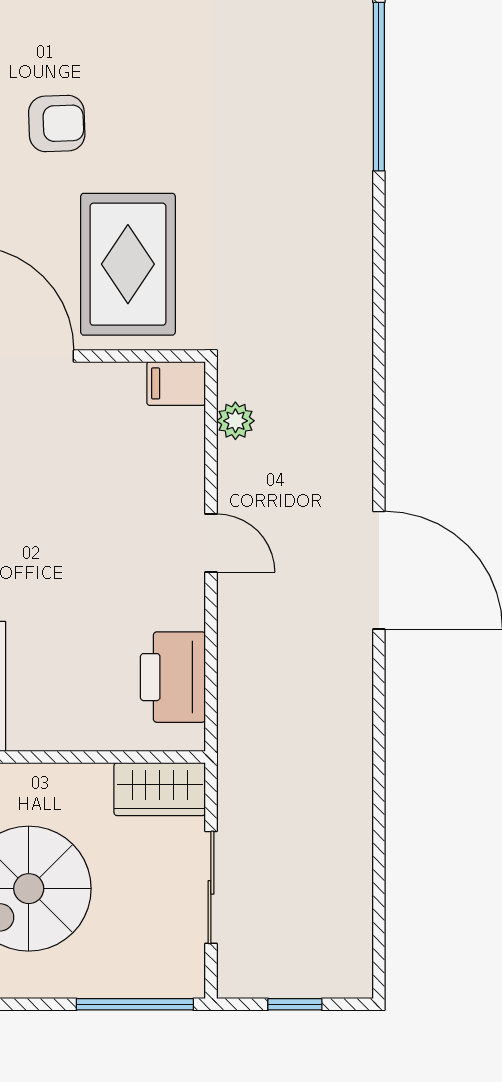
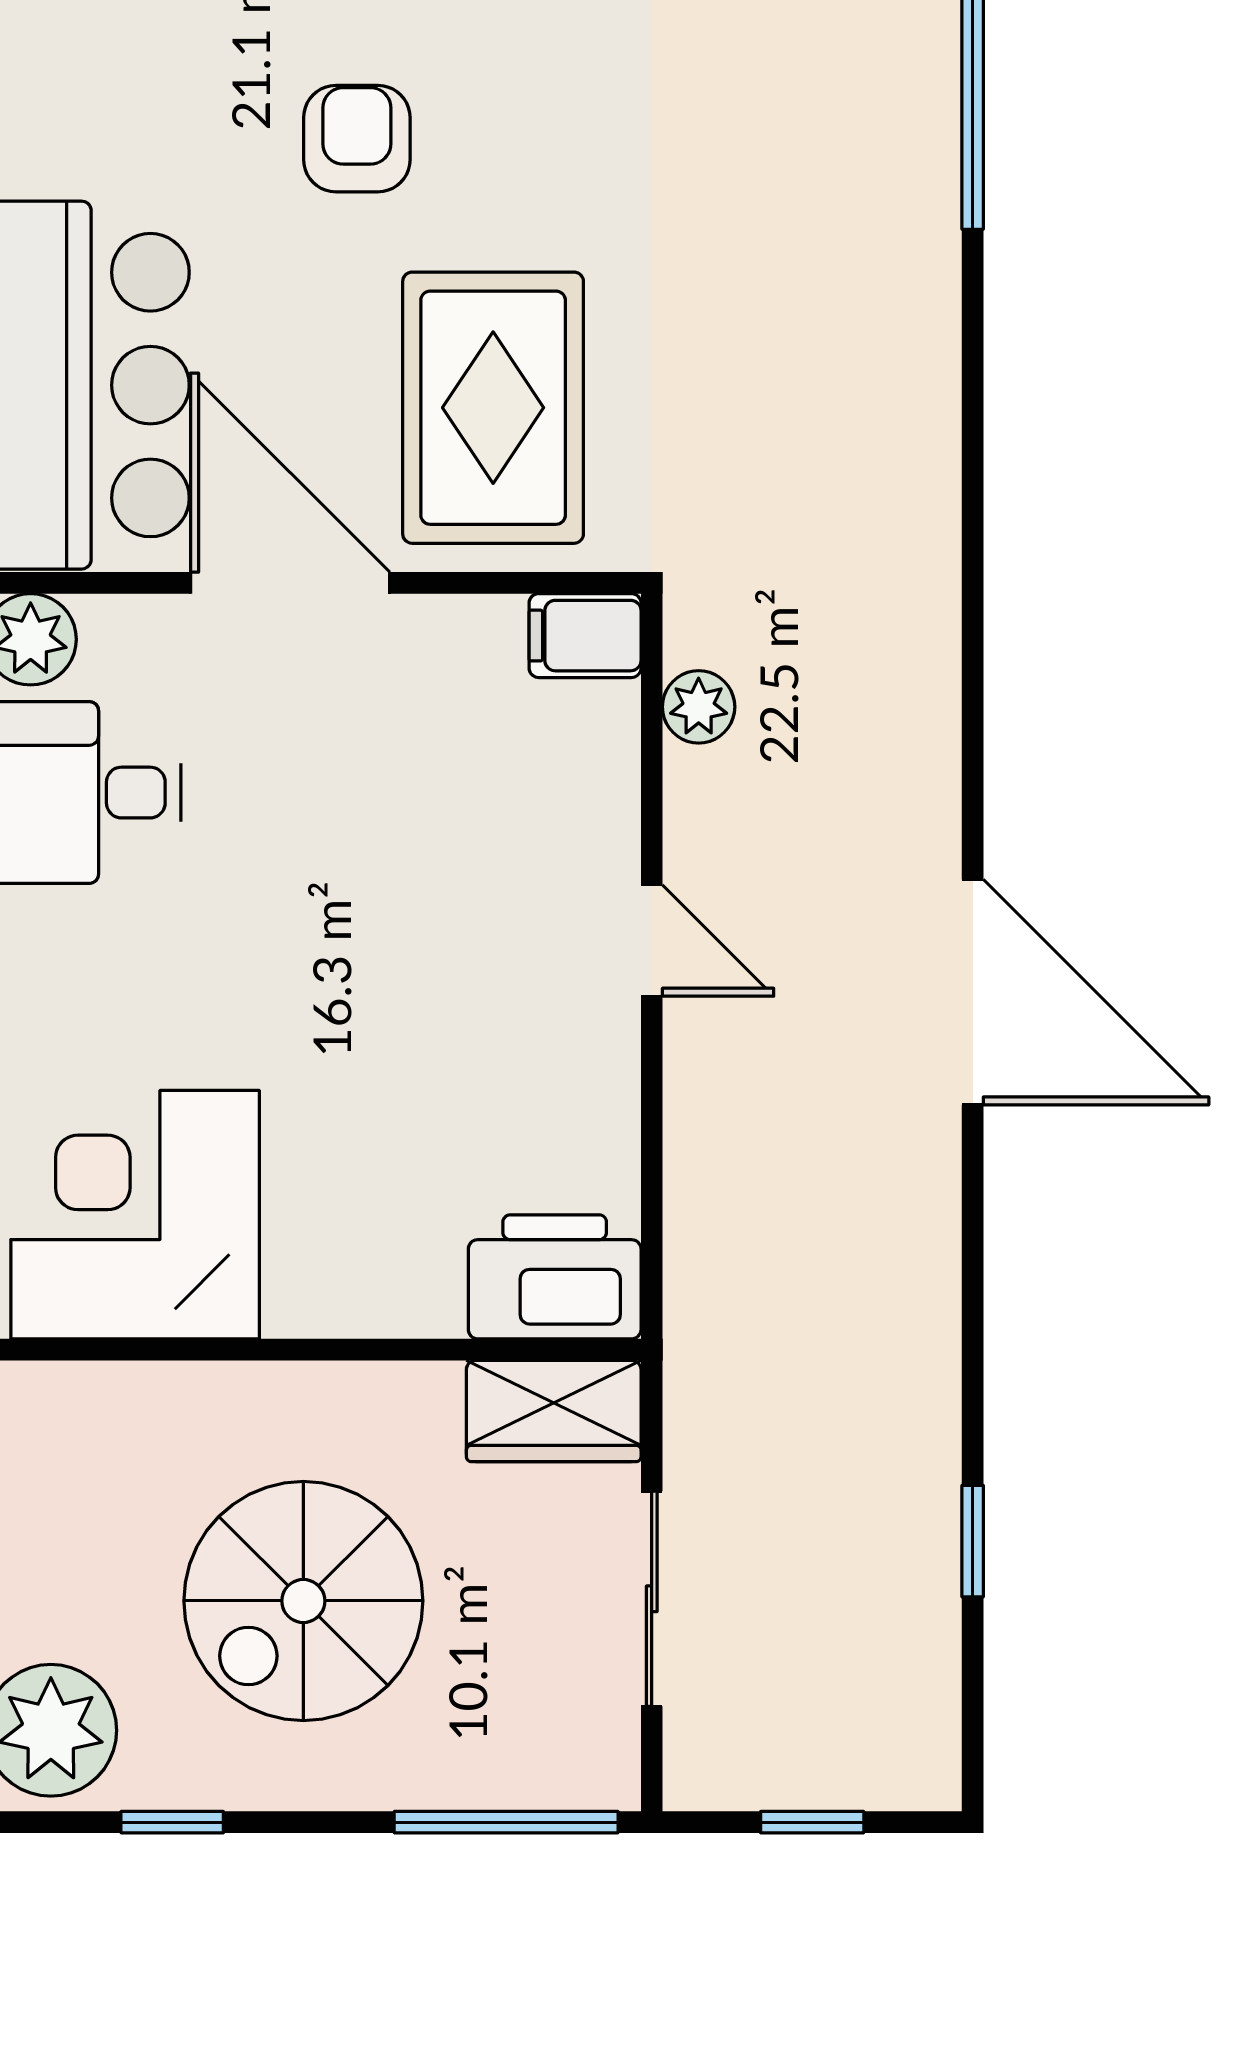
armchair: (57, 123) -> (357, 139), turned -88
printer: (173, 677) -> (555, 1277), moved, turned 90
window: (379, 857) -> (973, 1541), added

